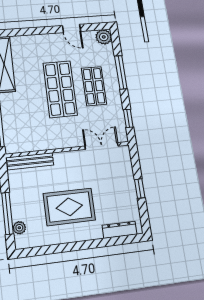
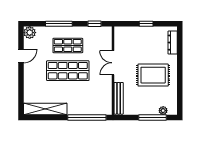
double door: (102, 146) -> (113, 63), moved
rug: (69, 207) -> (153, 75), turned 90

